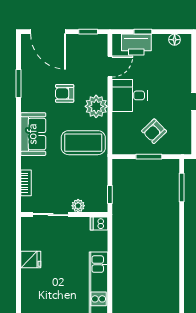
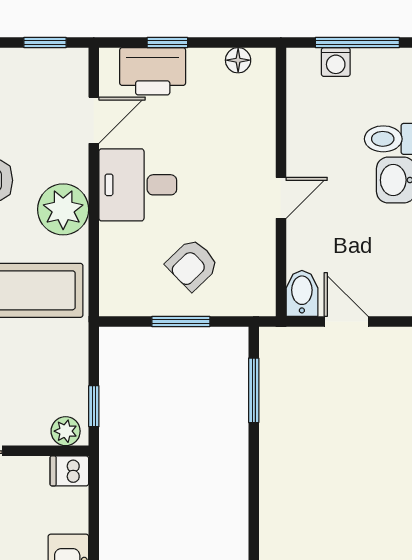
plant: (78, 206) -> (66, 431), moved

